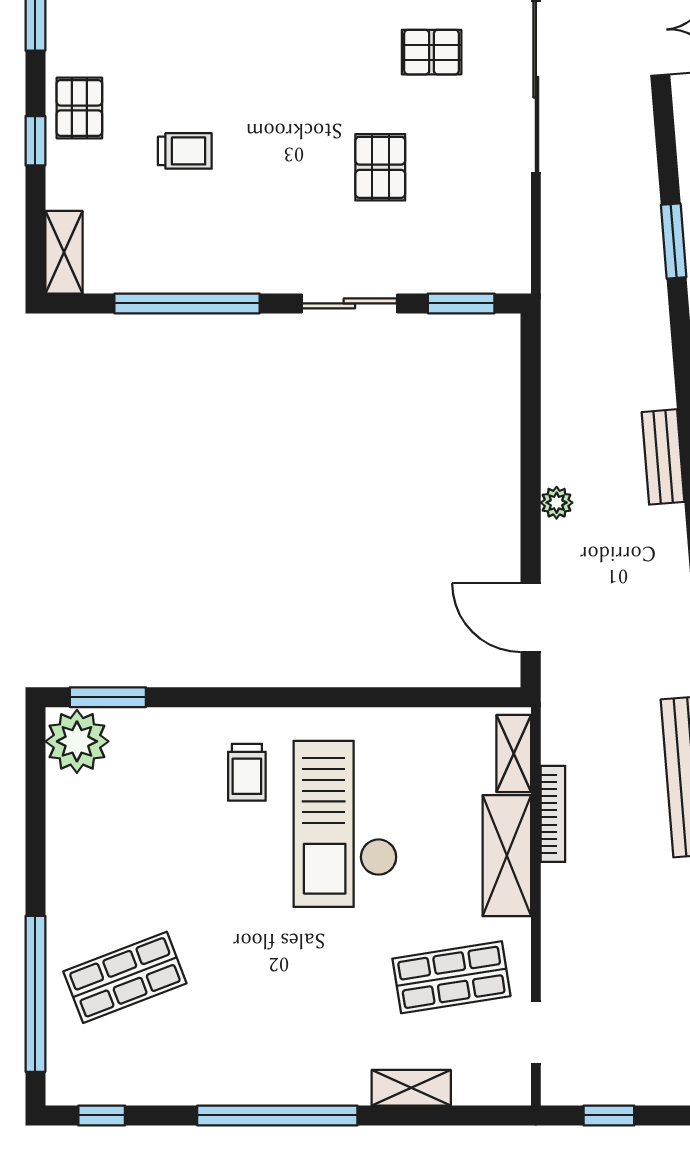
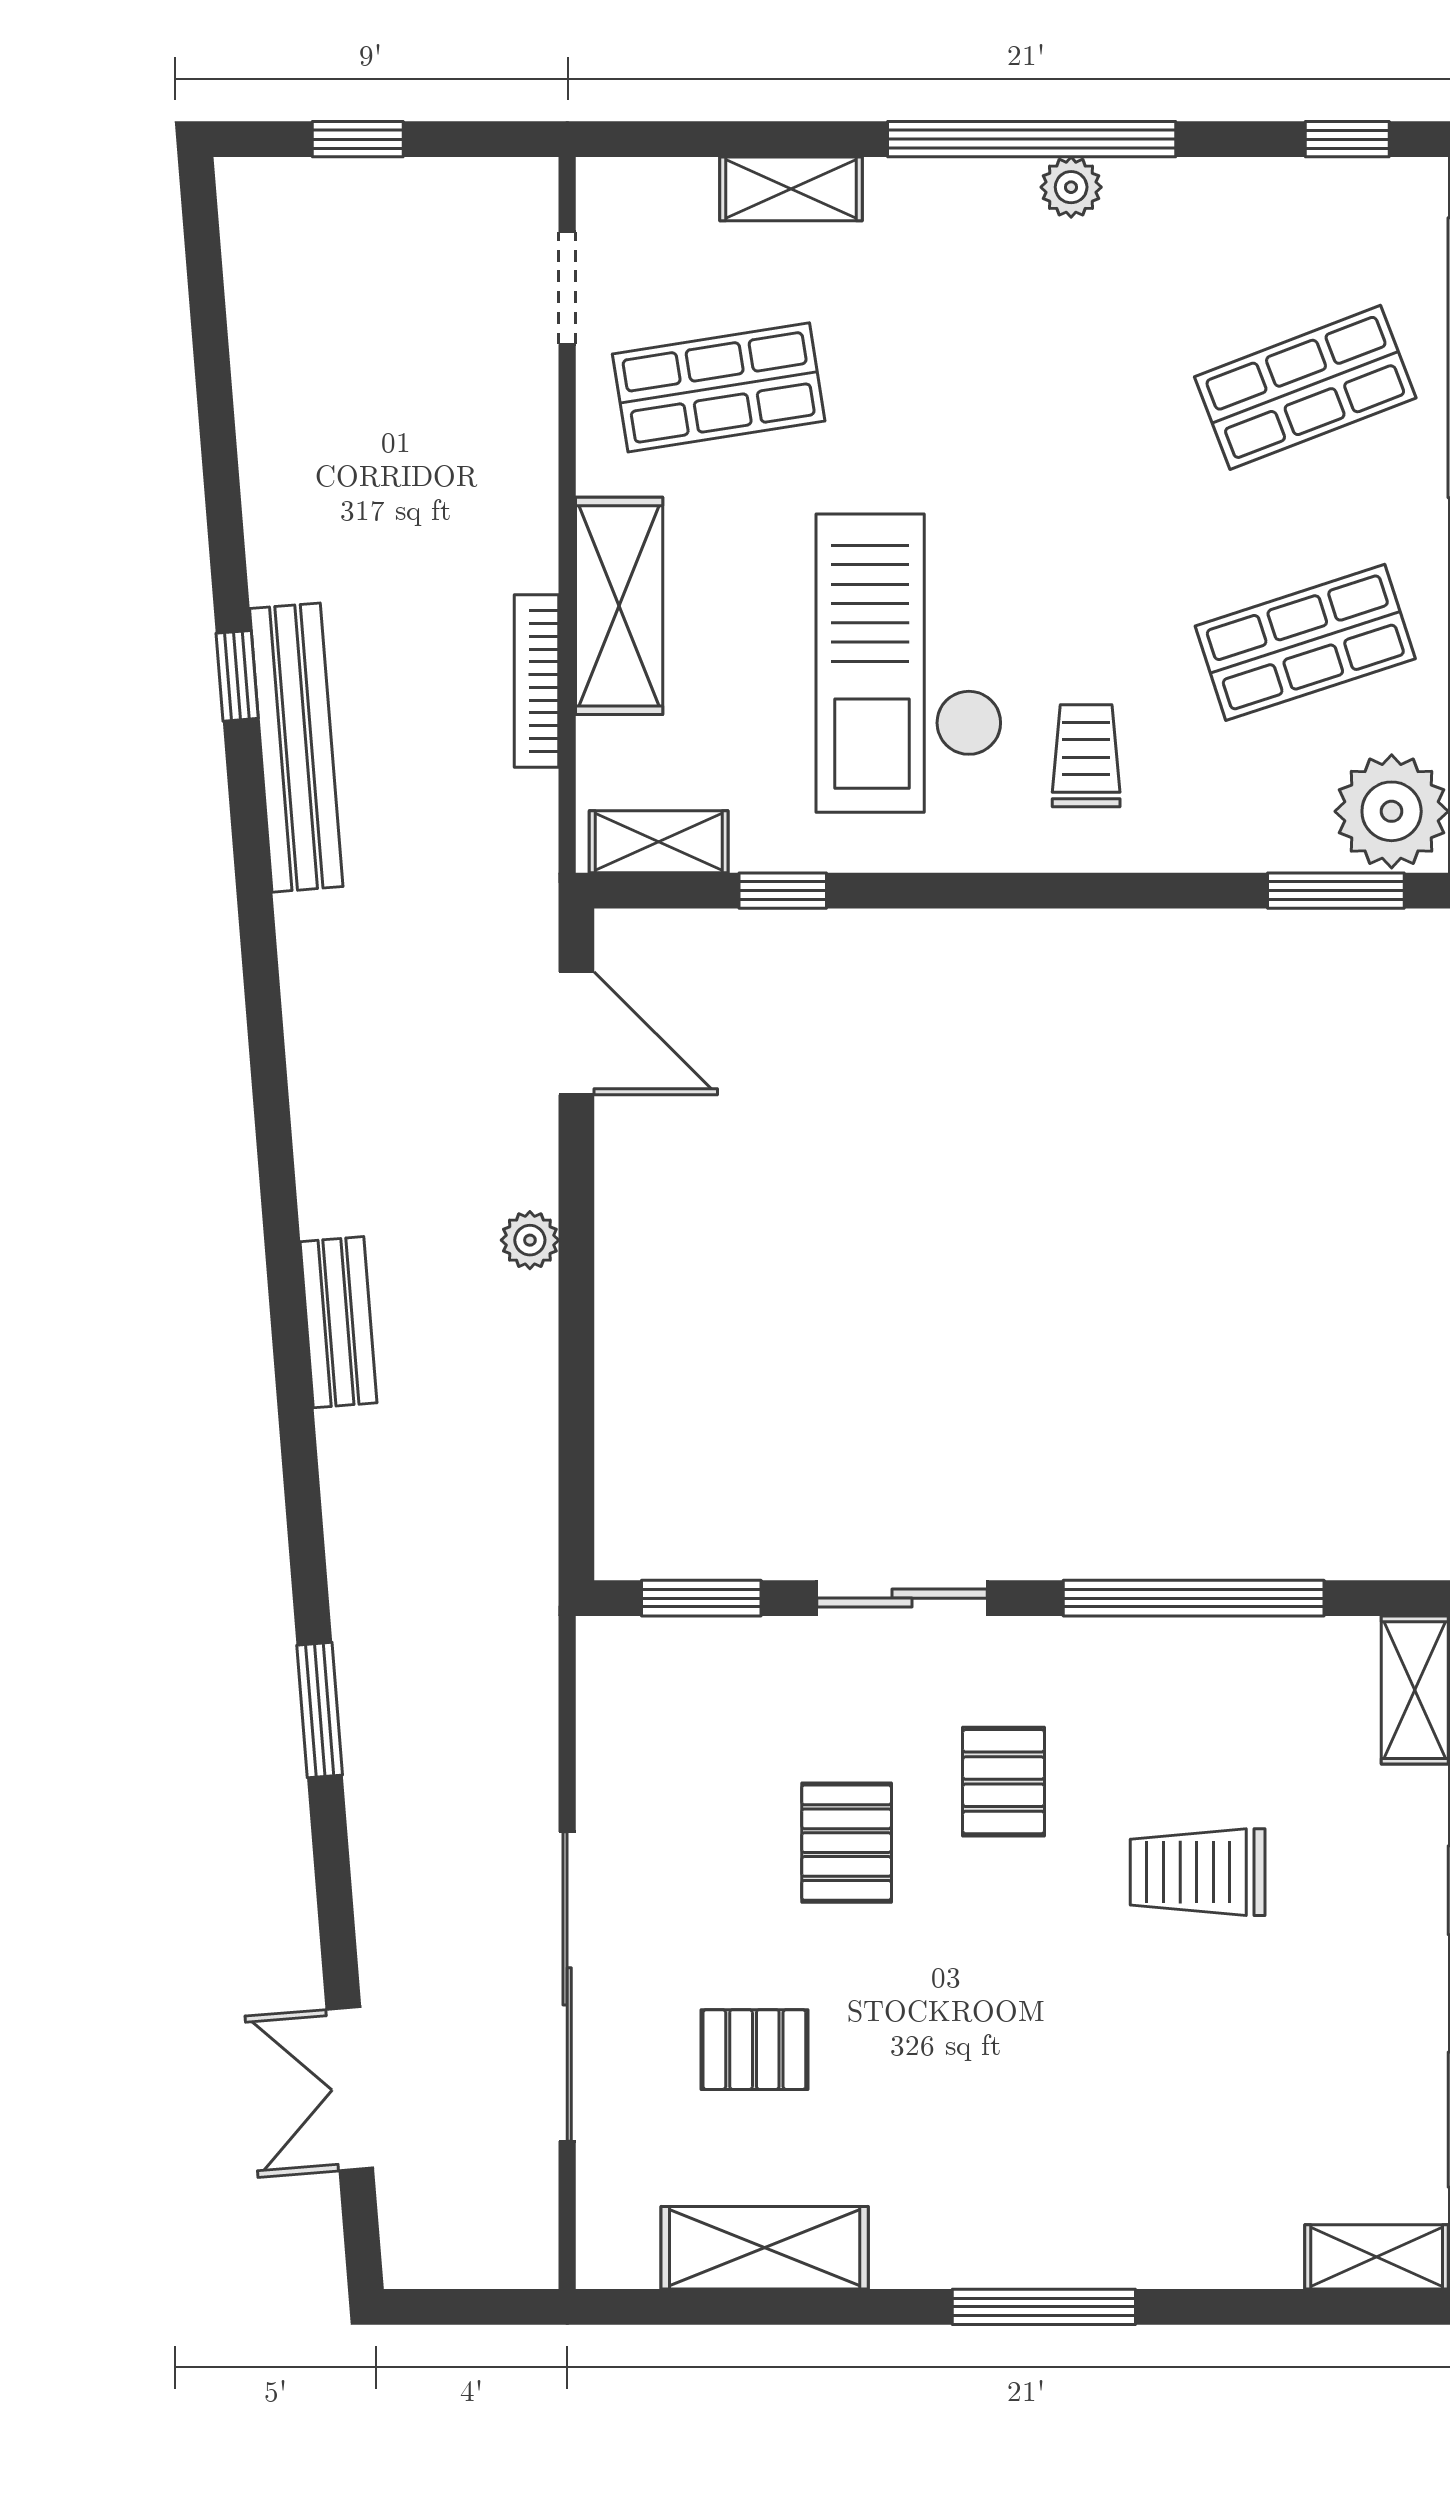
pallet: (79, 108) -> (1004, 1782), moved
trolley: (185, 151) -> (1198, 1872), width x1.36, depth x1.39
window: (416, 697) -> (783, 891), added
shelving: (514, 753) -> (659, 842), moved, turned 90
checkout: (345, 824) -> (909, 663), turned 180
shop shelf: (125, 835) -> (1305, 642), added
plant: (255, 1089) -> (1071, 187), added
window: (609, 1115) -> (358, 139), moved

